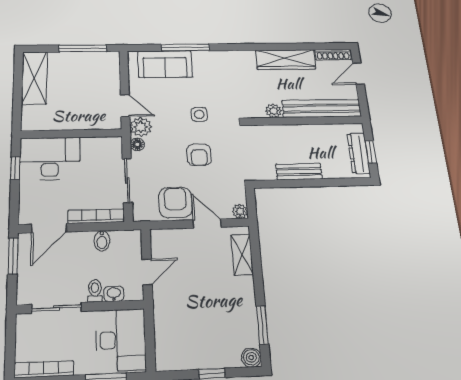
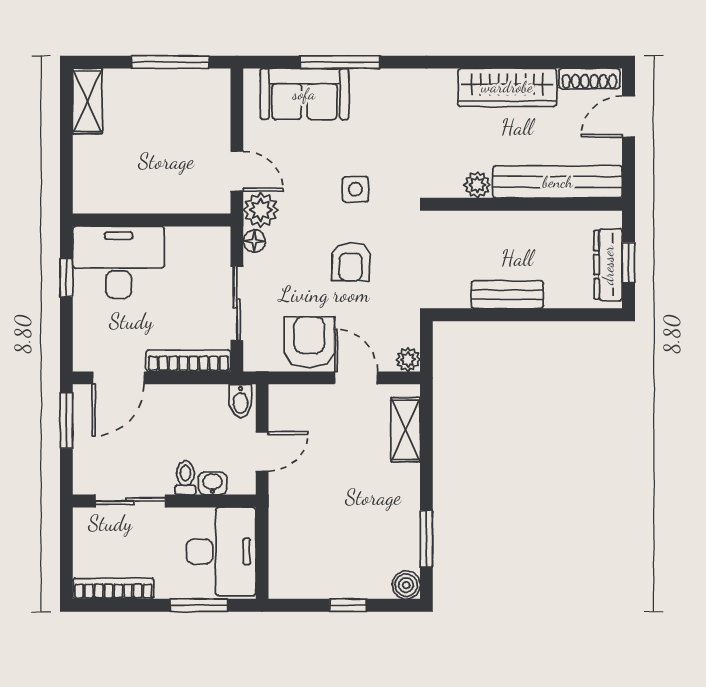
shelving: (34, 78) -> (87, 101), width x0.67, depth x0.75
bidet: (102, 241) -> (241, 401), moved

